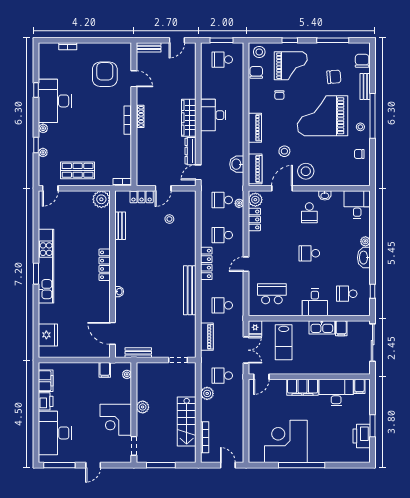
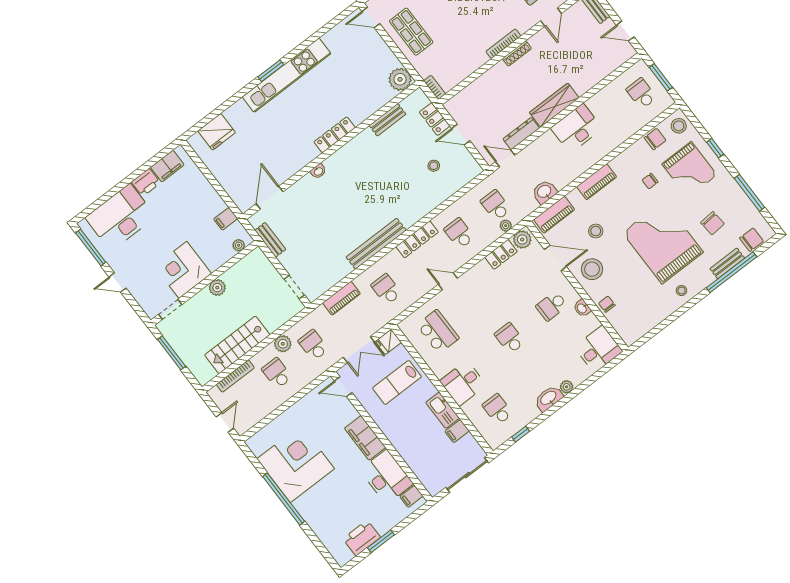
window: (373, 116) -> (732, 272), moved
chair: (359, 154) -> (607, 304), moved
school desk: (222, 411) -> (277, 373), added

